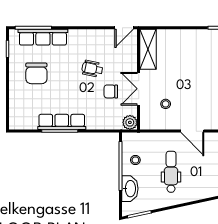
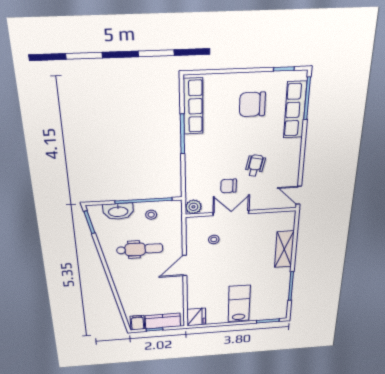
shelving: (148, 49) -> (284, 249), moved, turned 90
chair: (111, 91) -> (229, 186), turned -90
row of seats: (62, 122) -> (193, 106), moved

